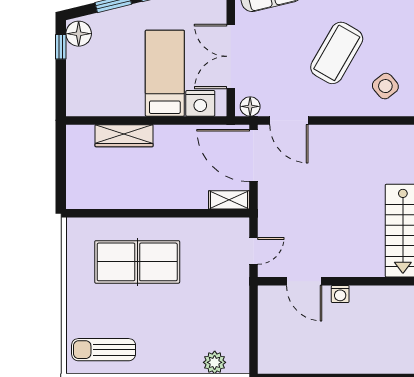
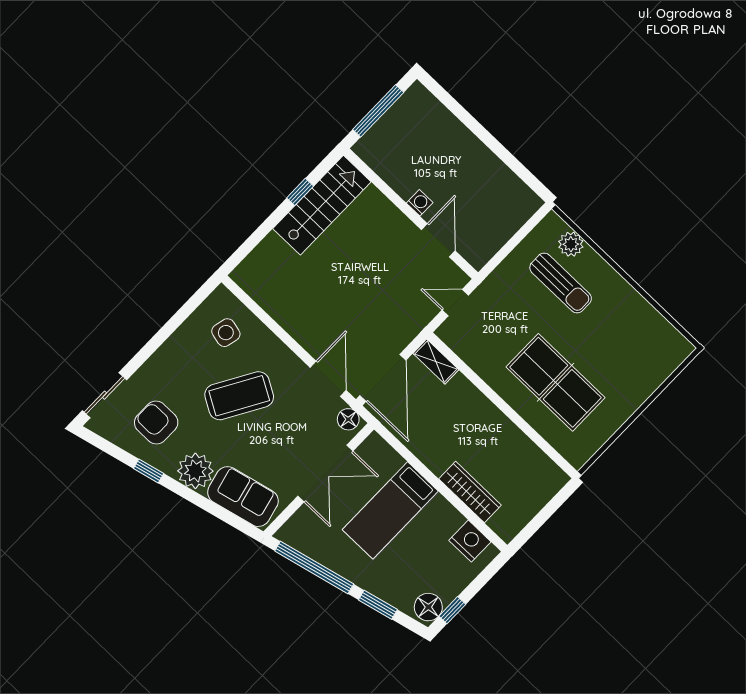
side table: (385, 86) -> (226, 333), turned -38
nightstand: (200, 103) -> (470, 541), moved
sun lounger: (104, 350) -> (561, 283), moved

